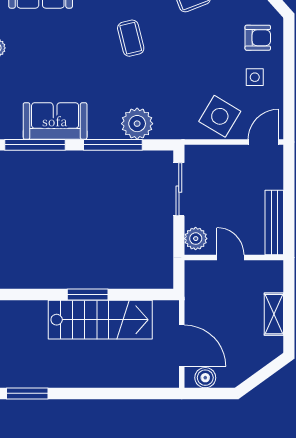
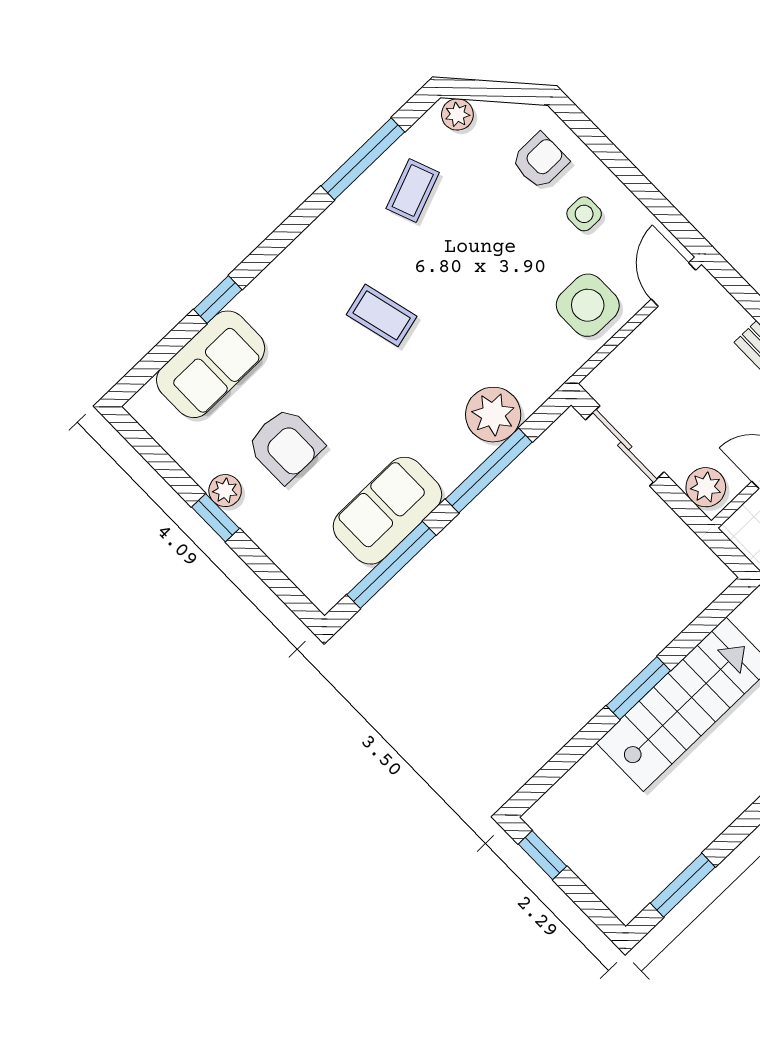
armchair: (39, 53) -> (285, 445), added
side table: (220, 116) -> (588, 305), turned -31

